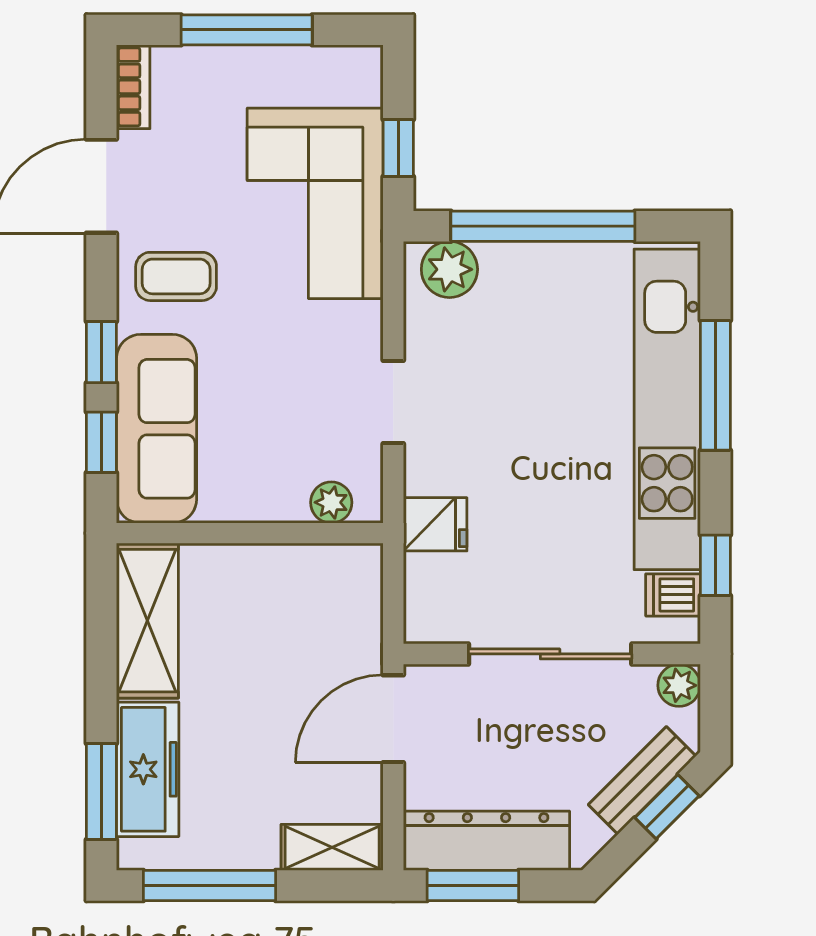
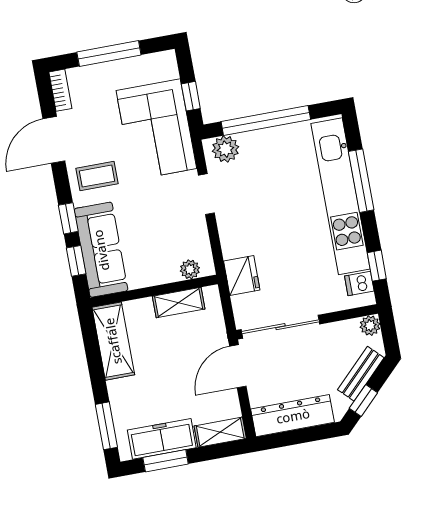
doorway: (393, 402) -> (206, 194), moved
fridge: (435, 524) -> (242, 275), width x1.38
shelving: (296, 566) -> (179, 303), added
sliding door: (550, 654) -> (281, 327), moved
freezer: (148, 769) -> (162, 439), moved, turned -90
window: (667, 807) -> (363, 400), moved
window: (209, 885) -> (166, 461), width x0.69
window: (473, 885) -> (290, 438), removed

